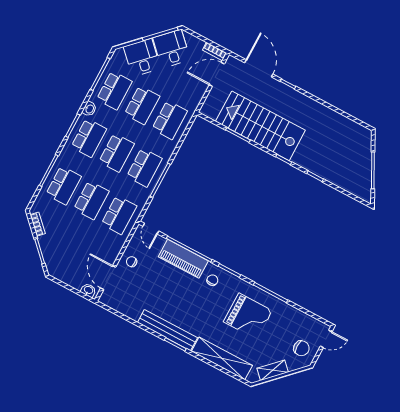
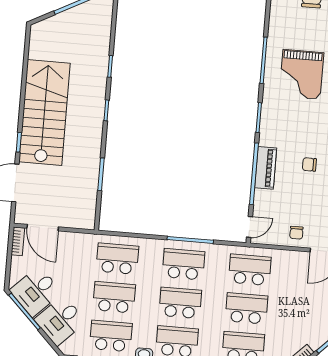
stairs: (260, 126) -> (44, 113), moved, turned 180
piano: (183, 259) -> (266, 168), width x0.73, depth x0.75
chair: (212, 280) -> (309, 164), moved
grand piano: (248, 316) -> (301, 74), turned 180

